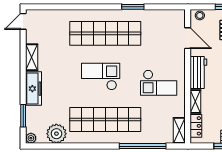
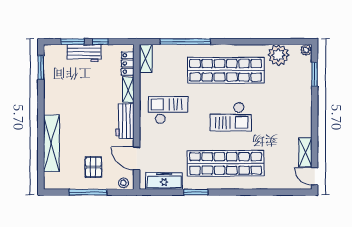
door: (23, 21) -> (315, 176), swing flipped
shelving: (32, 57) -> (305, 152), moved
freezer: (33, 89) -> (164, 181), moved, turned 90

